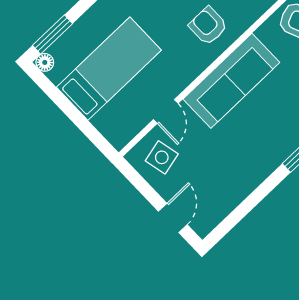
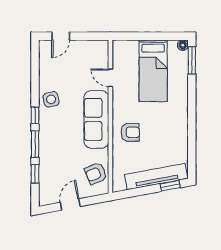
side table: (162, 157) -> (51, 99), moved
door: (173, 218) -> (61, 36), hinge flipped

